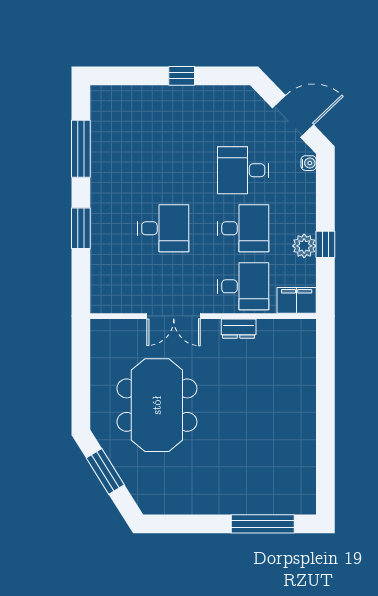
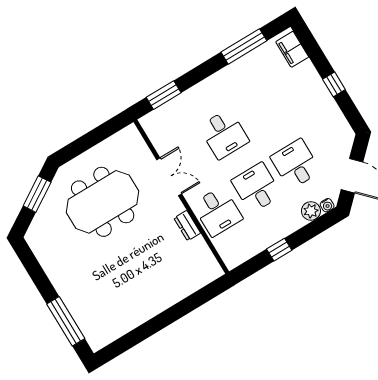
window: (81, 228) -> (164, 95), moved
desk: (243, 228) -> (257, 188), turned 180
plant: (304, 246) -> (311, 211), moved
filing cabinet: (297, 300) -> (292, 49), moved, turned 180
double door: (174, 316) -> (169, 177), swing flipped

